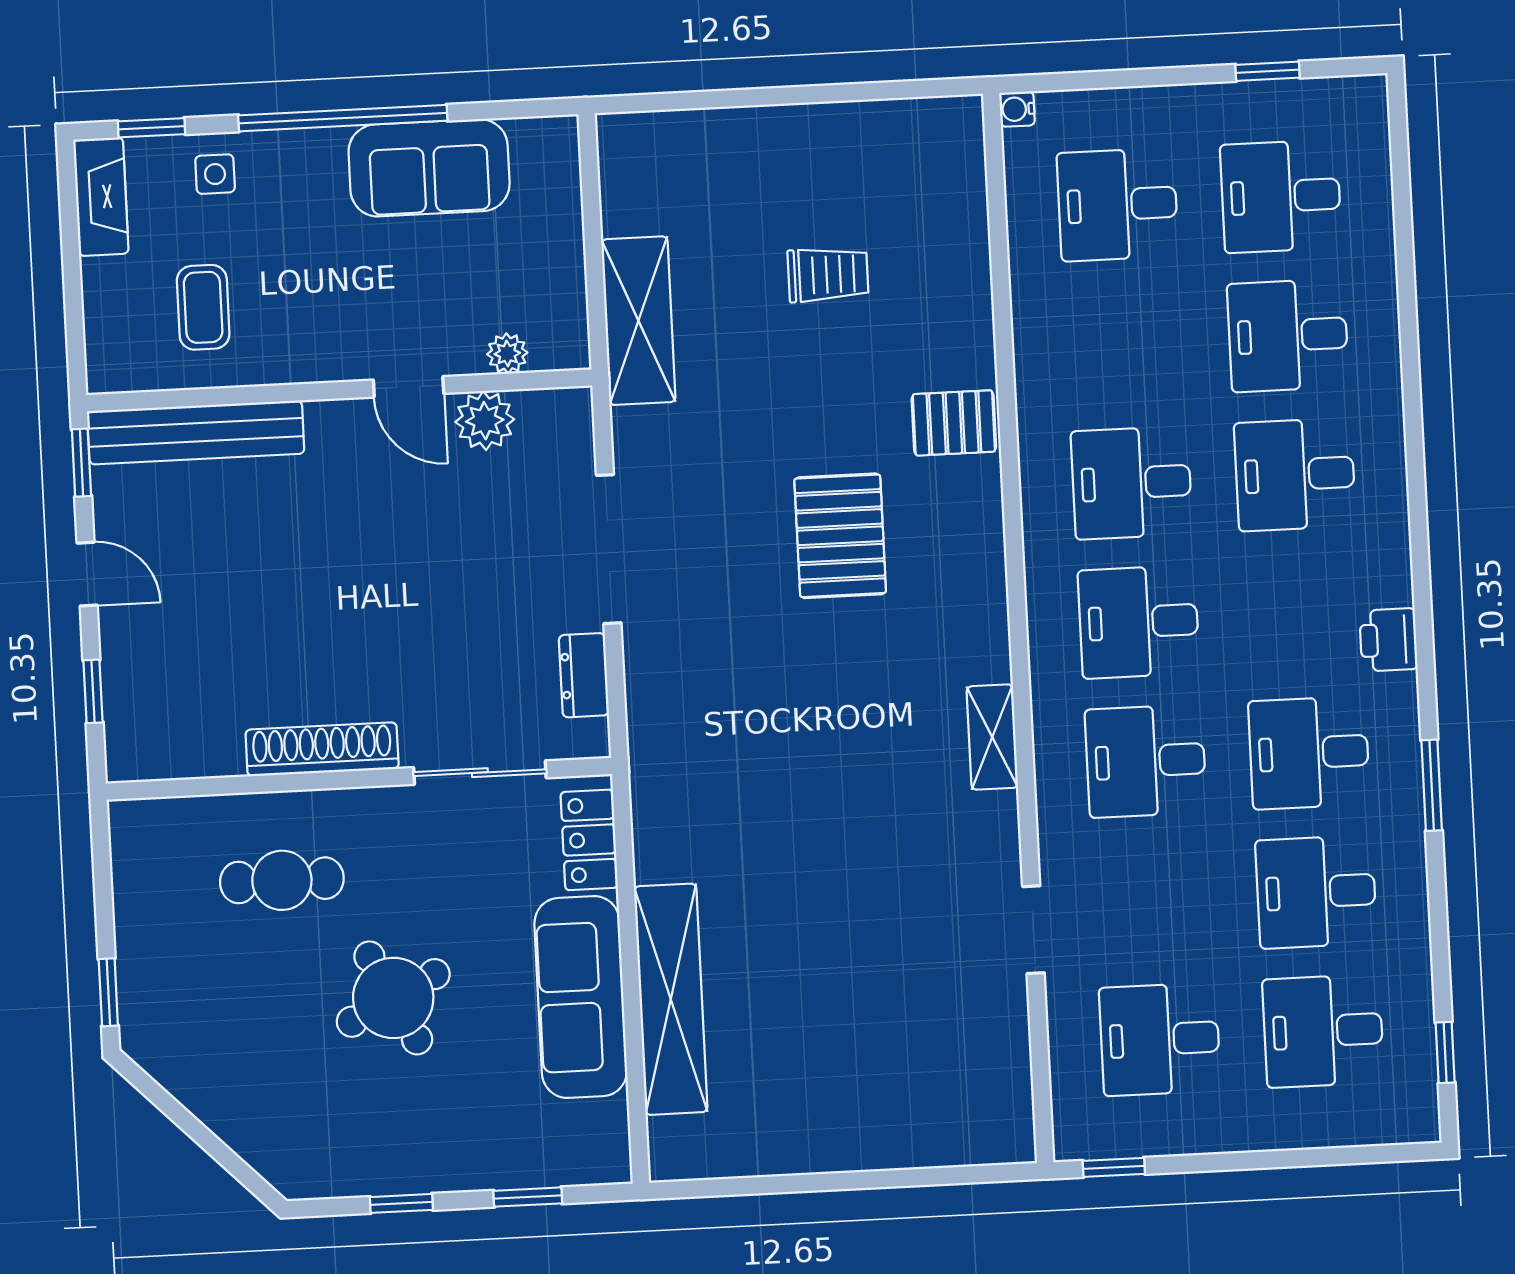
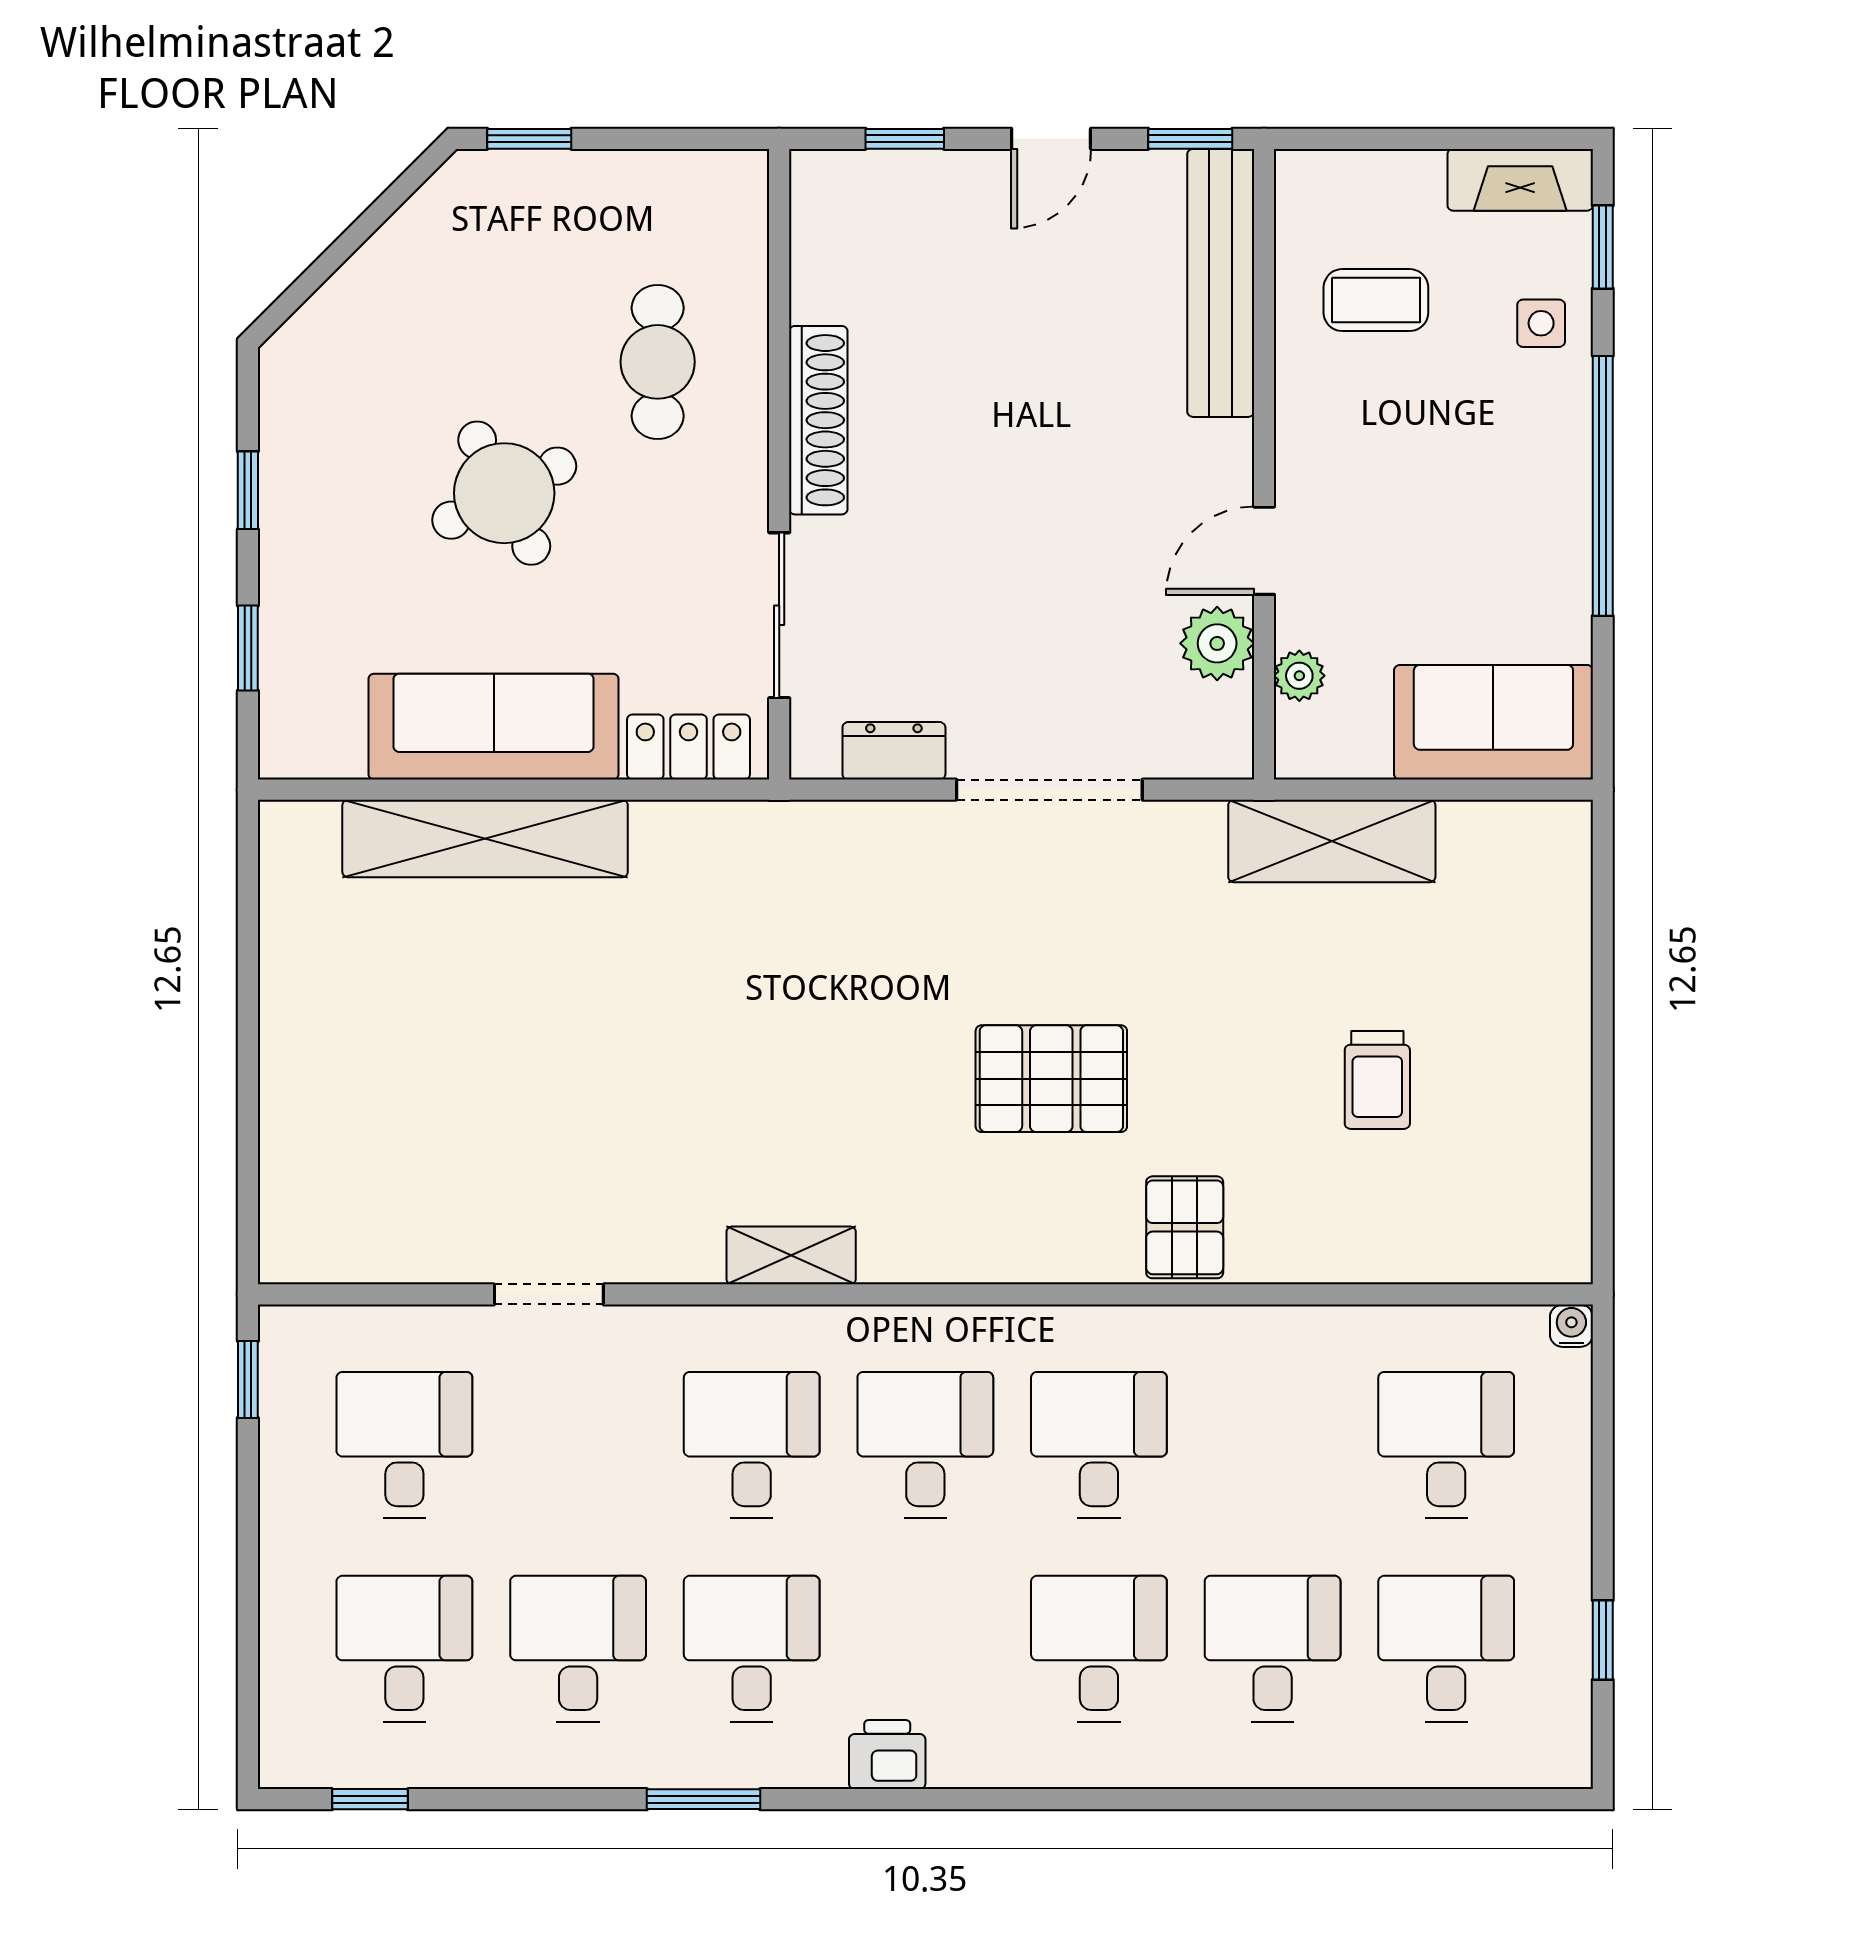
sofa: (429, 168) -> (1493, 722), moved, turned 90

